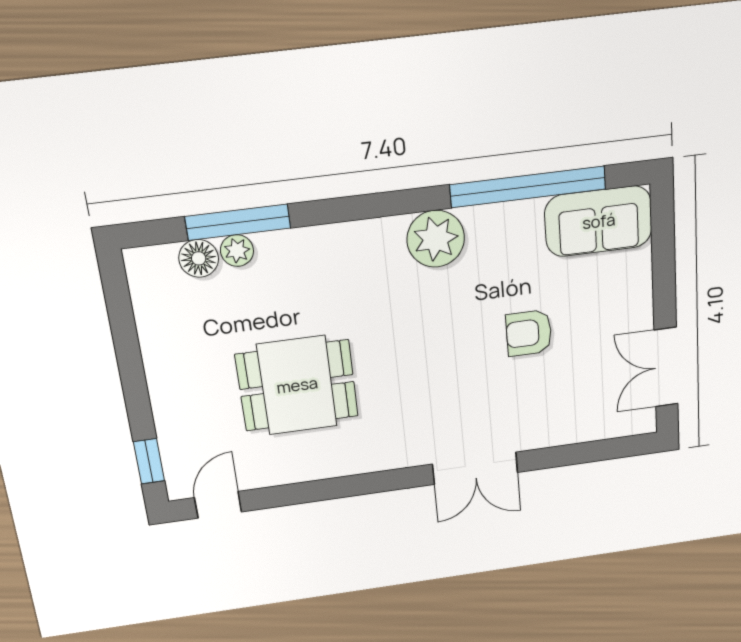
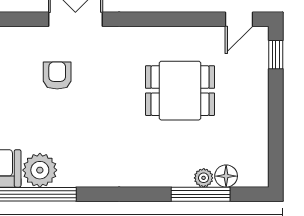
plant: (436, 239) -> (40, 170), moved
armchair: (529, 333) -> (57, 76), moved, turned -90

